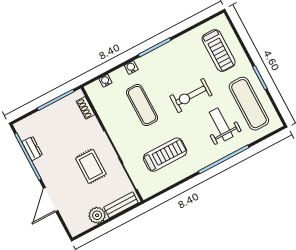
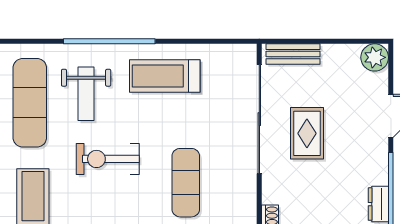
exercise bike: (191, 96) -> (108, 159), turned 180
treadmill: (165, 155) -> (165, 76), moved
plant: (97, 215) -> (375, 57), moved

